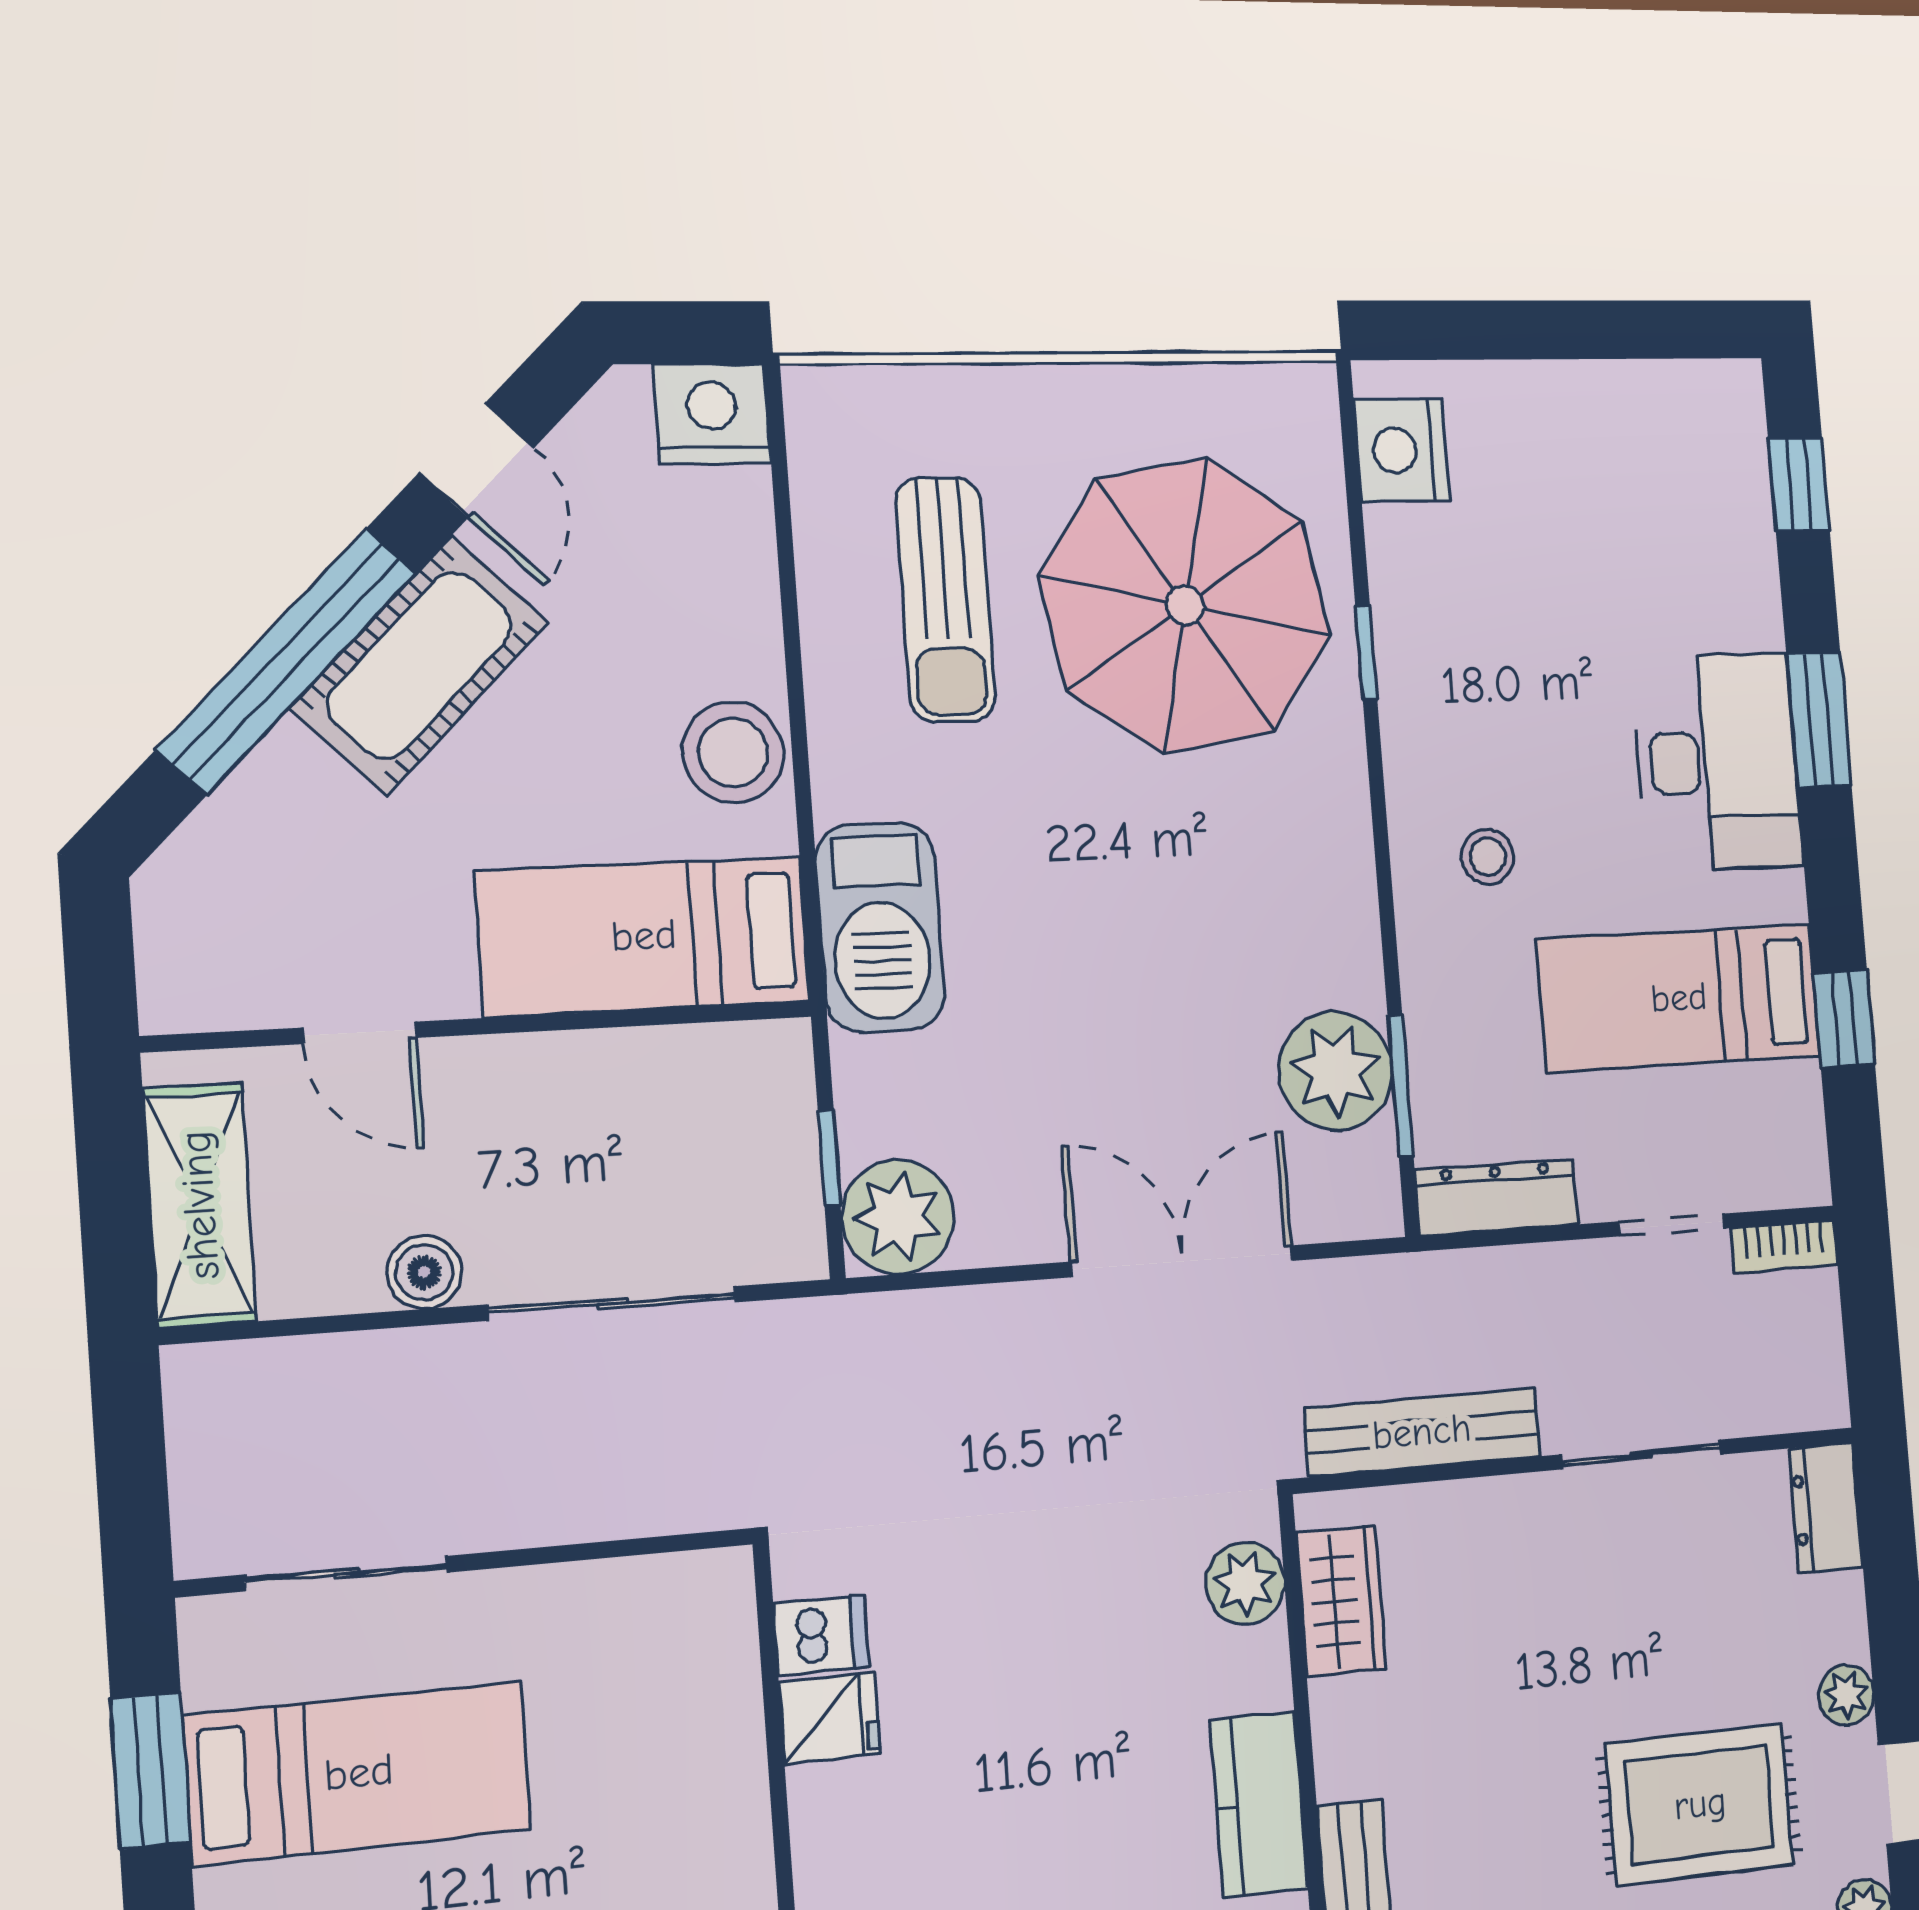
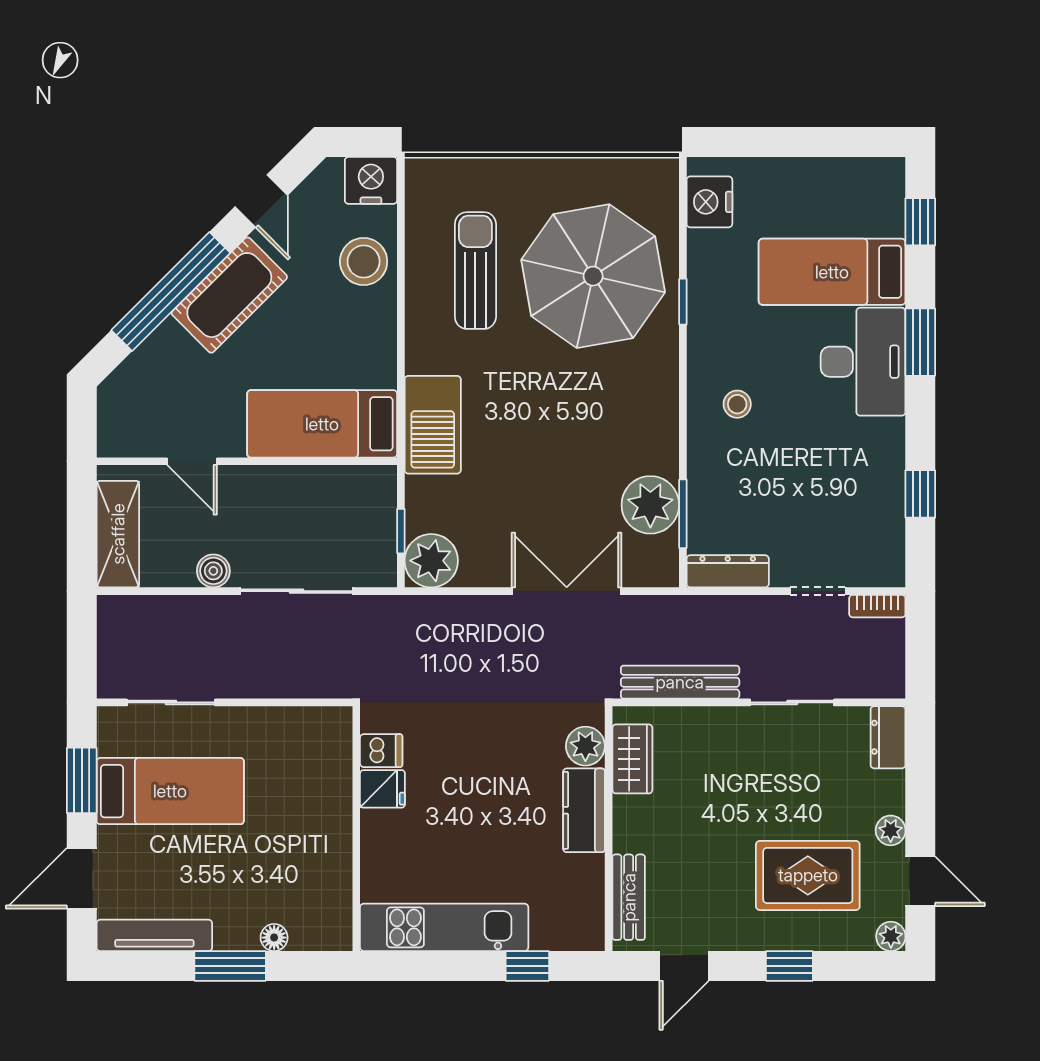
sun lounger: (946, 599) -> (475, 271), turned 180
stool: (733, 752) -> (364, 261), moved
bed: (1679, 998) -> (832, 272), moved
kitchen counter: (1259, 1804) -> (584, 810), moved

